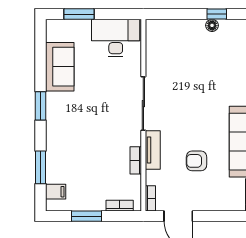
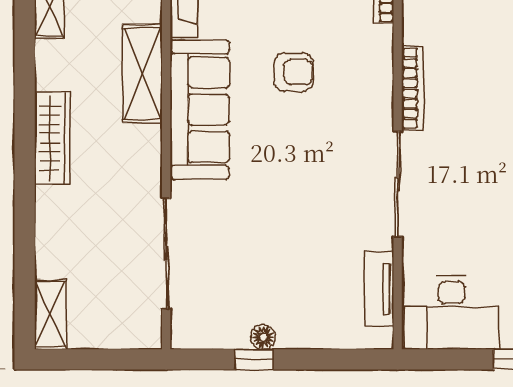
tv unit: (153, 150) -> (379, 289), moved
bookcase: (136, 160) -> (412, 88), width x1.56

